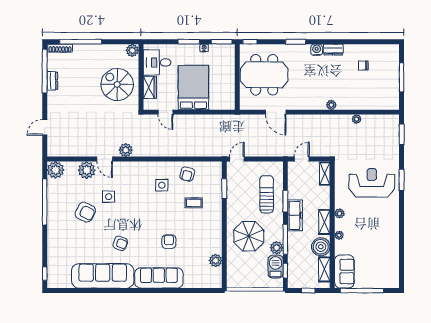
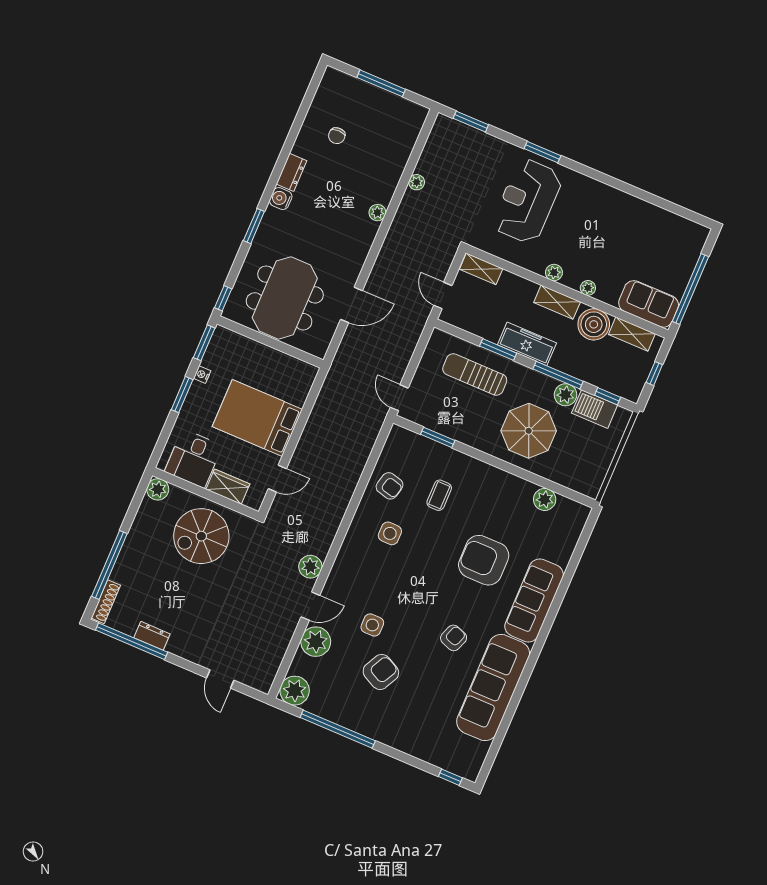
armchair: (169, 242) -> (484, 560), width x1.88, depth x1.88

